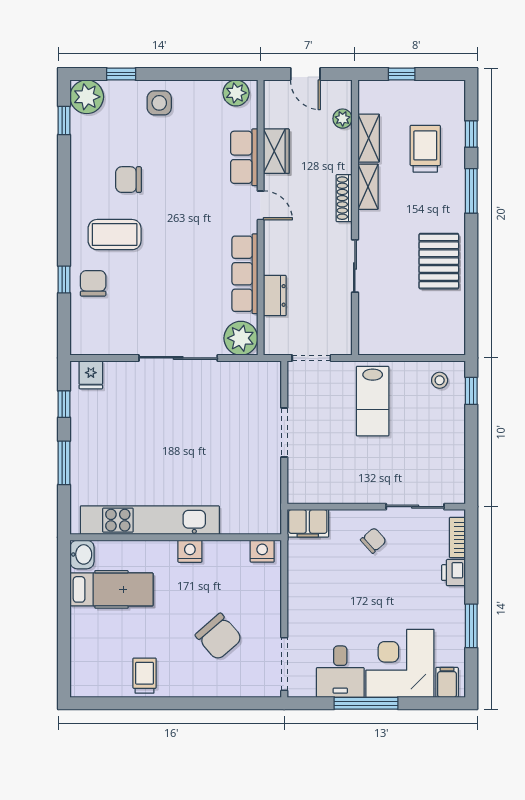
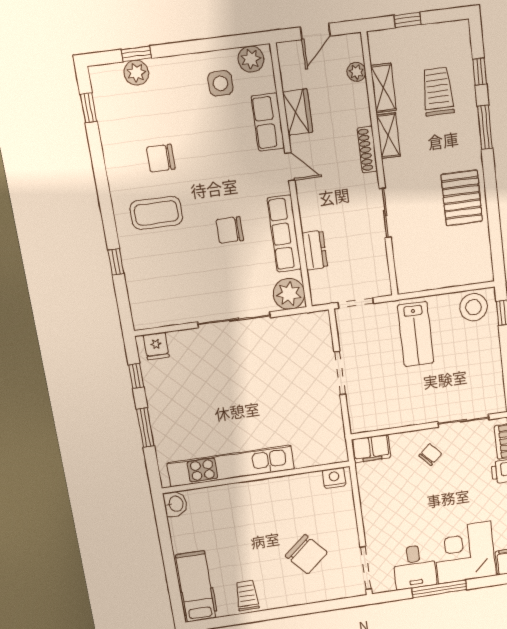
door: (305, 74) -> (315, 31), hinge flipped
plant: (87, 97) -> (136, 73), moved, width x0.73, depth x0.73
side table: (159, 103) -> (220, 83), moved
chair: (93, 283) -> (230, 230), moved, turned -90
stool: (440, 380) -> (473, 307), width x1.89, depth x1.89
nightstand: (190, 551) -> (271, 487), removed
hospital bed: (111, 589) -> (196, 587), moved, turned -90

